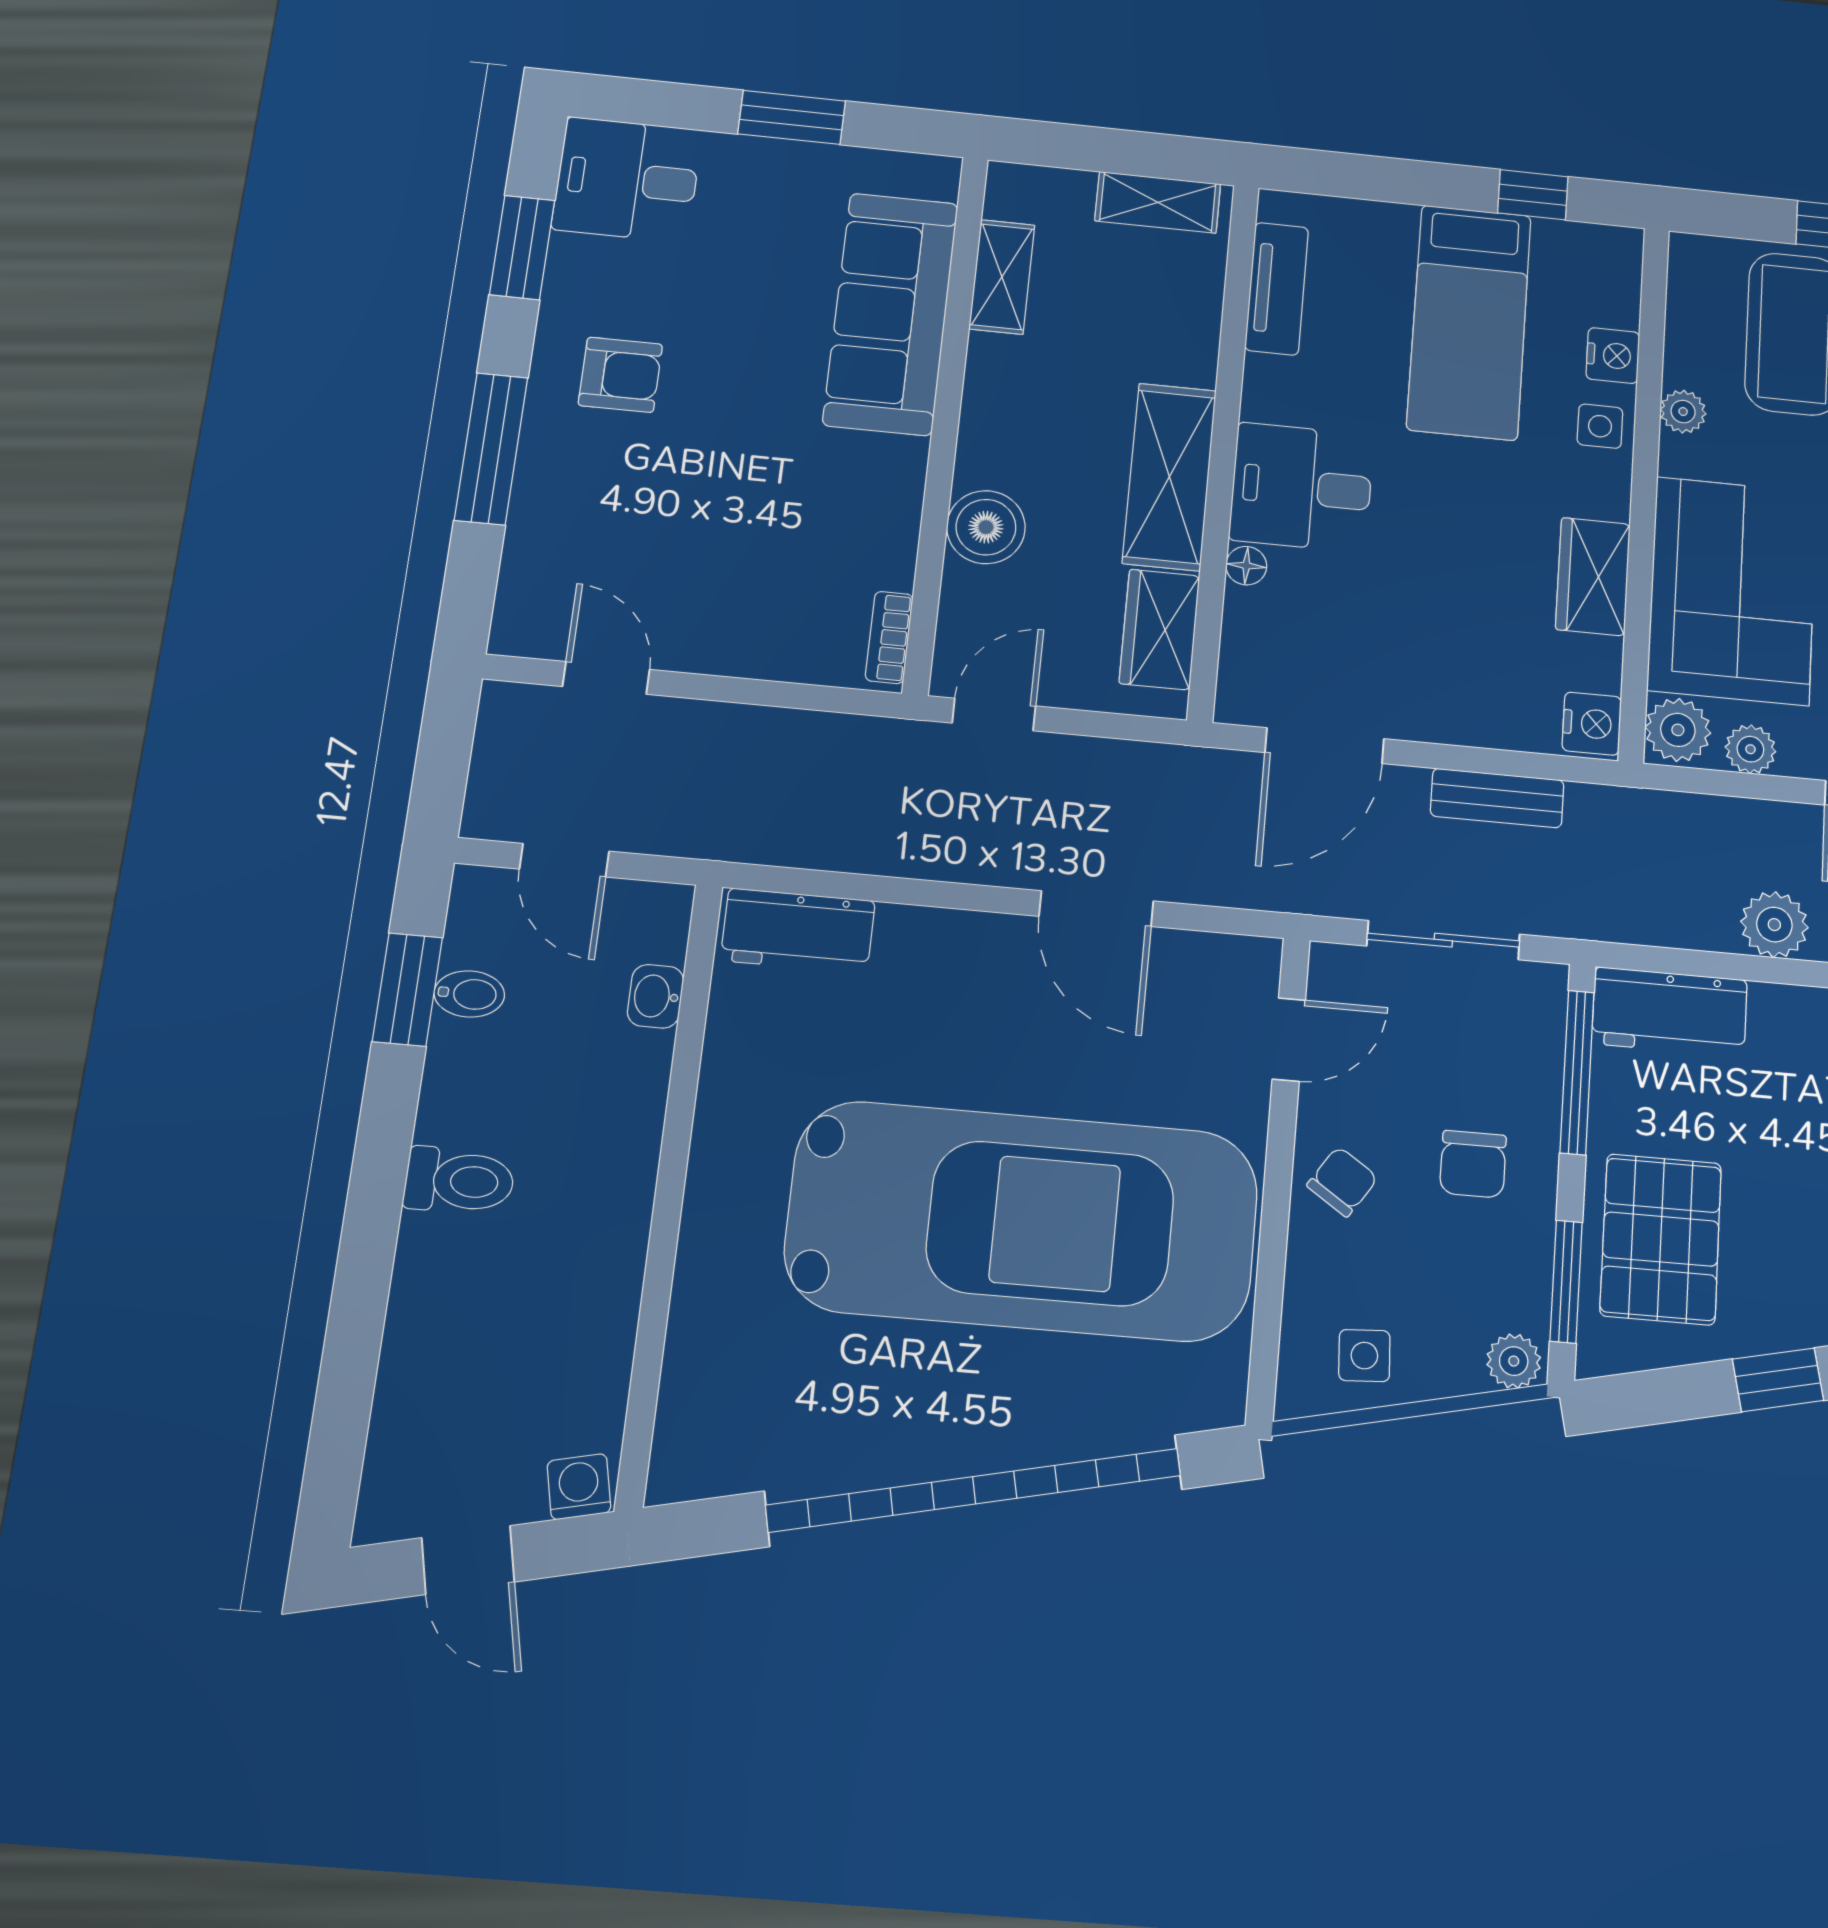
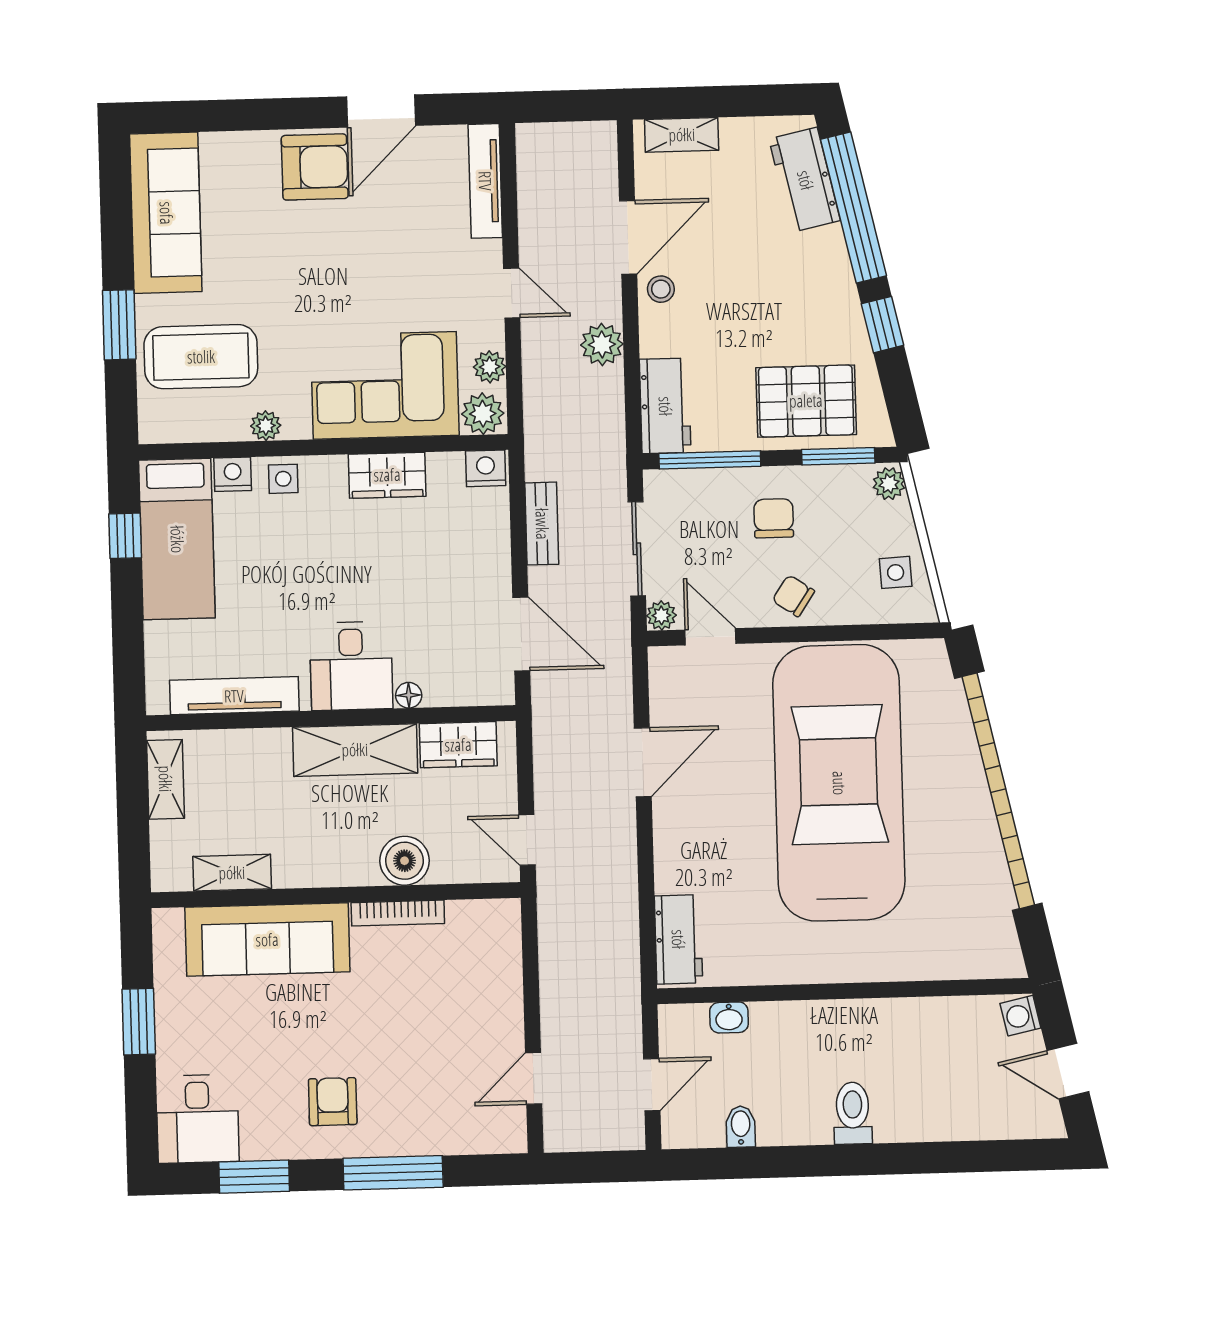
tv unit: (1277, 289) -> (234, 696), width x1.41
bed: (1469, 322) -> (177, 539), moved, turned 90
bookcase: (889, 637) -> (398, 913), moved, width x1.56
plant: (1332, 966) -> (661, 615), added
window: (407, 989) -> (742, 1163), removed
chair: (1473, 1164) -> (774, 518), turned -90
door: (468, 1560) -> (1068, 1071), swing flipped

